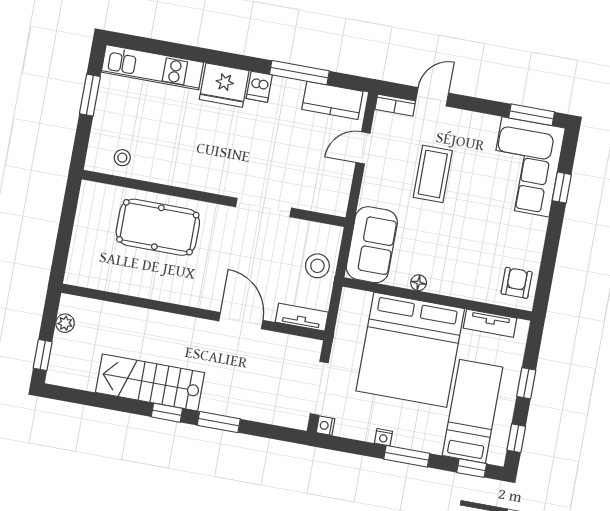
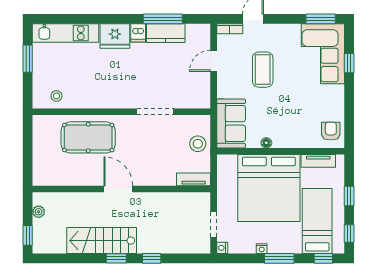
kitchen counter: (332, 100) -> (166, 33), moved
door: (241, 321) -> (118, 189), moved
doorway: (319, 388) -> (214, 224), width x0.73
window: (219, 422) -> (152, 258), width x0.67

